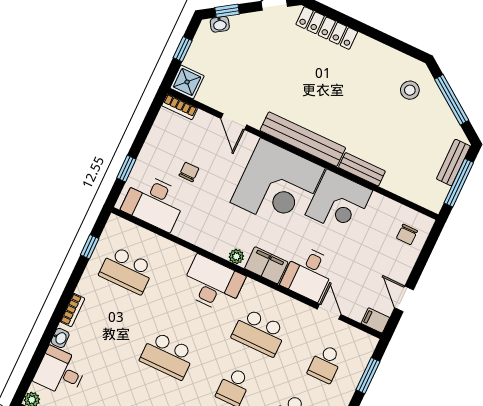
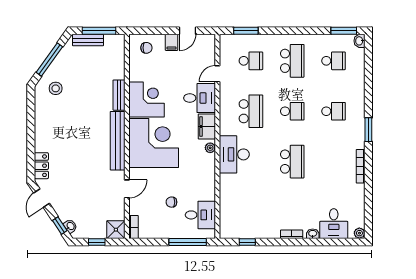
locker: (327, 28) -> (41, 166), width x0.66
window: (126, 169) -> (188, 242), width x2.17
desk: (154, 202) -> (200, 215), width x0.73
school desk: (127, 270) -> (251, 212), removed
filing cabinet: (375, 320) -> (172, 42), moved

